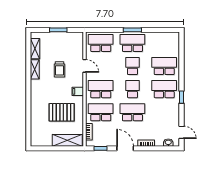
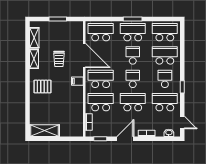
school desk: (164, 43) -> (165, 32), added
door: (84, 66) -> (84, 55), width x1.87
school desk: (164, 89) -> (165, 79), width x0.54
pallet: (62, 112) -> (42, 87), moved, width x0.67, depth x0.71
school desk: (164, 112) -> (165, 102), added
shelving: (67, 140) -> (45, 131), moved
door: (125, 148) -> (125, 139), hinge flipped

